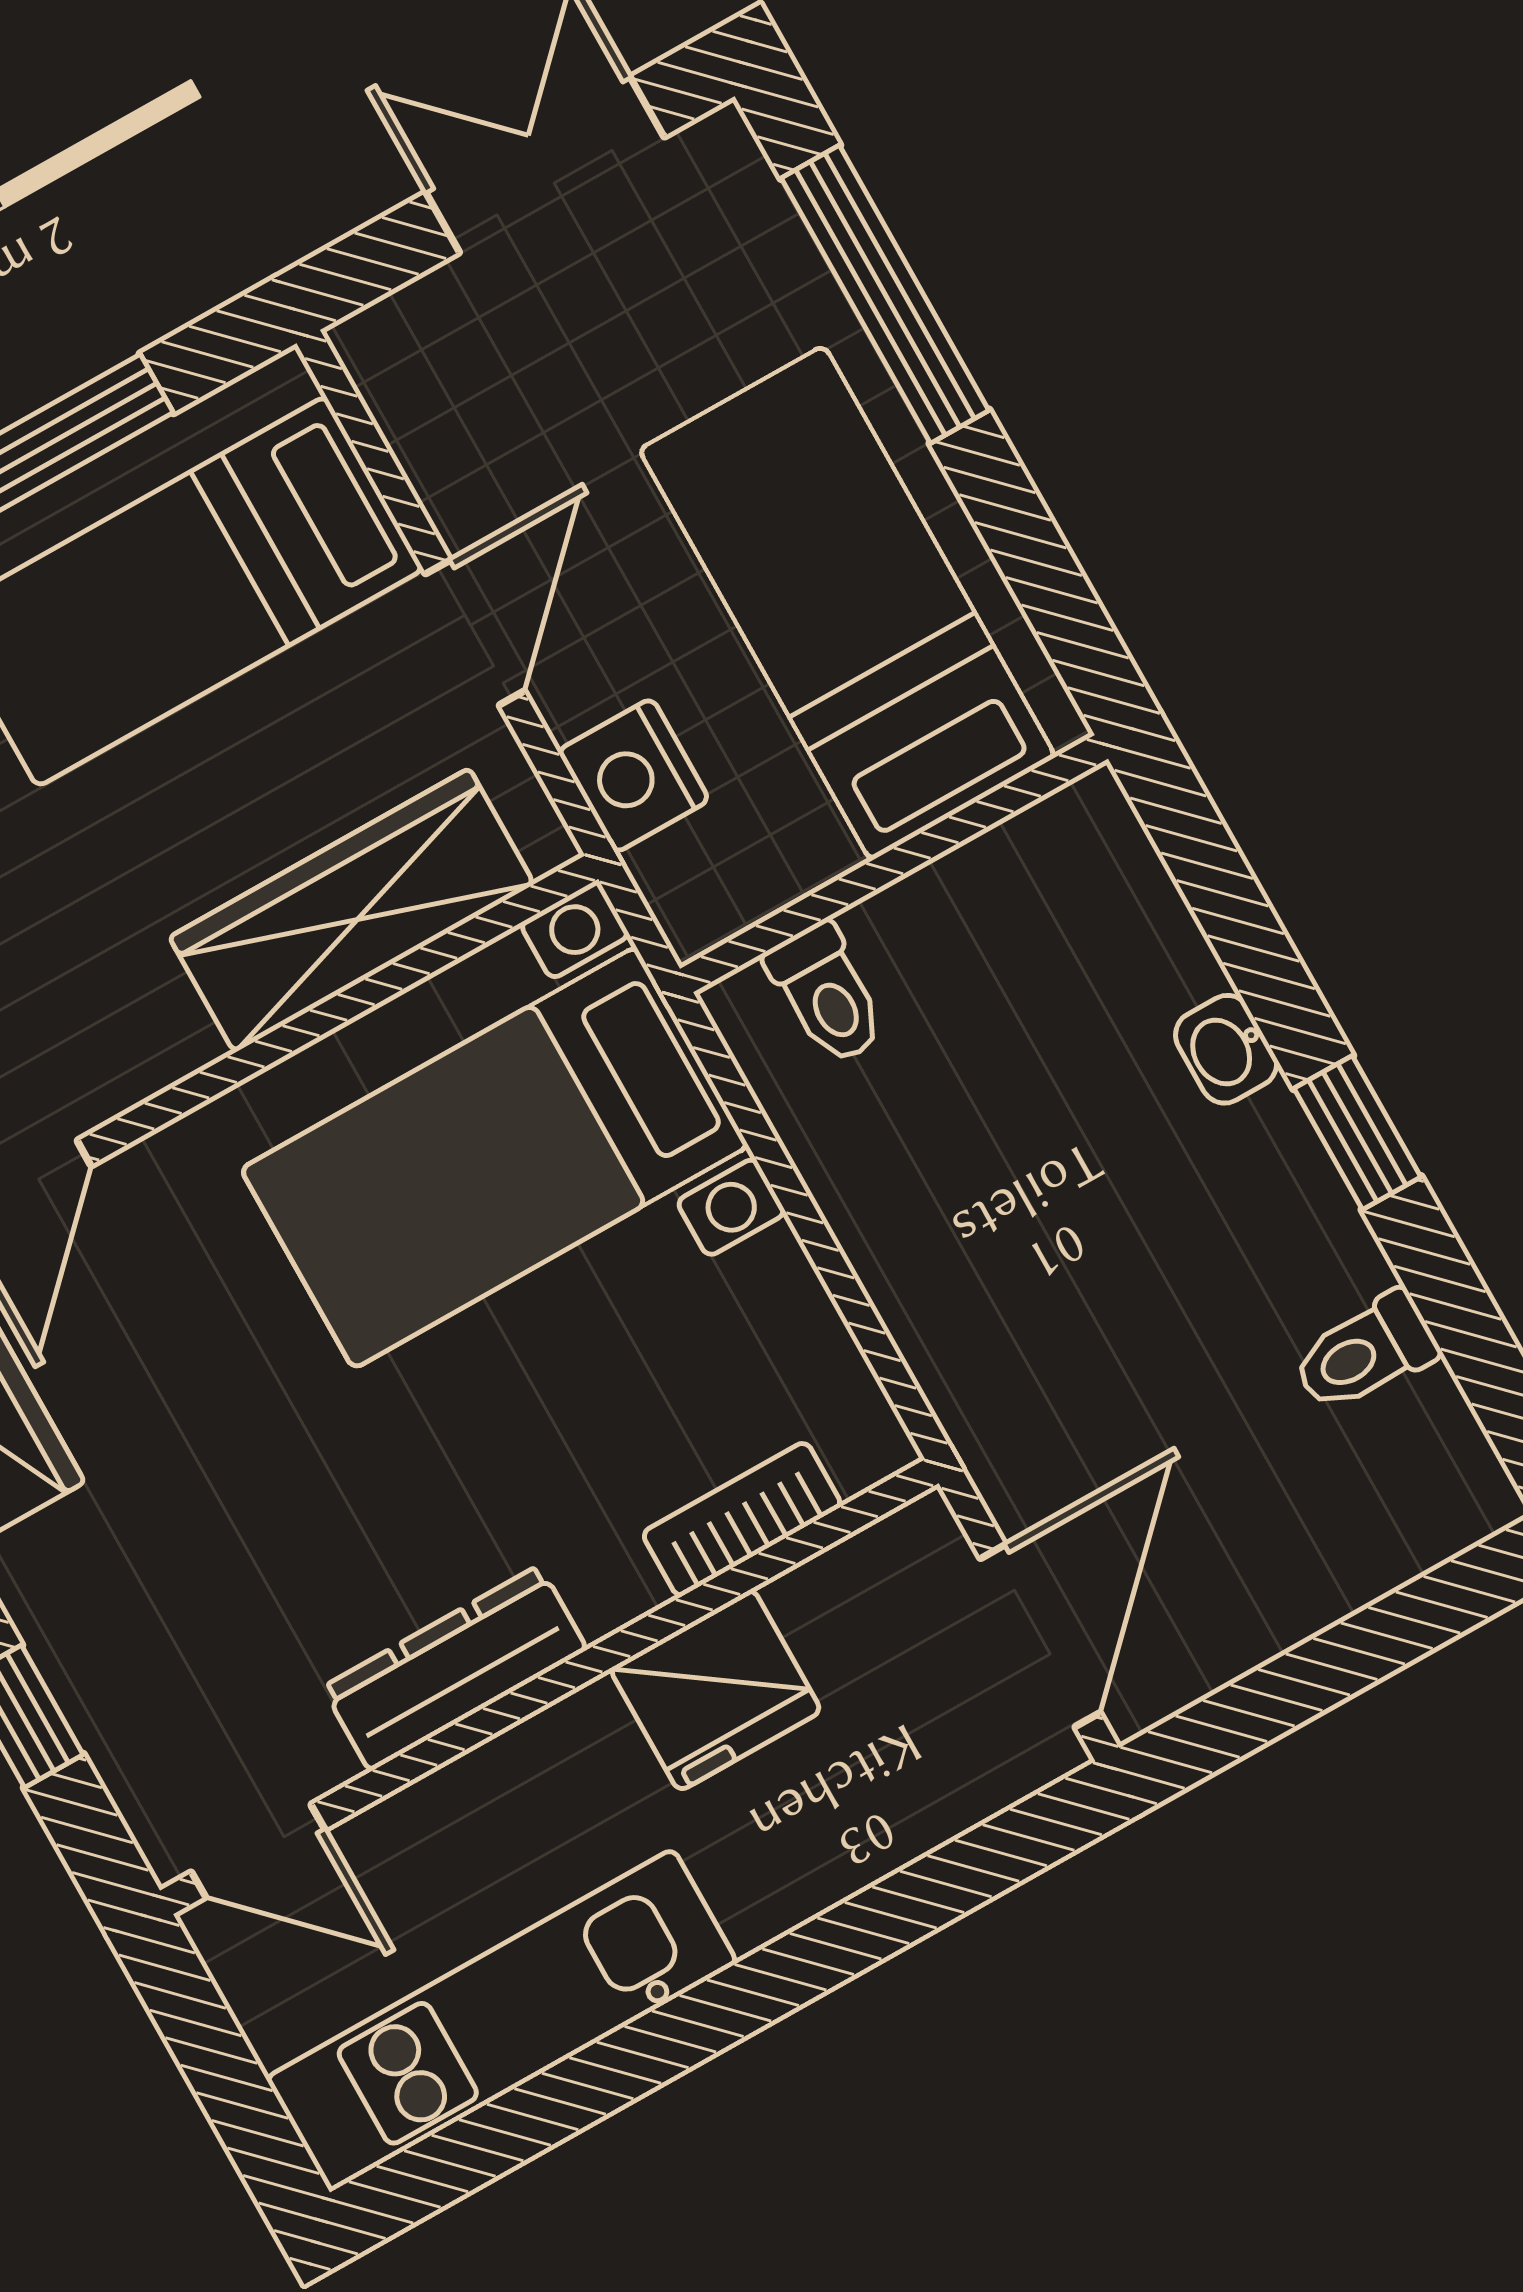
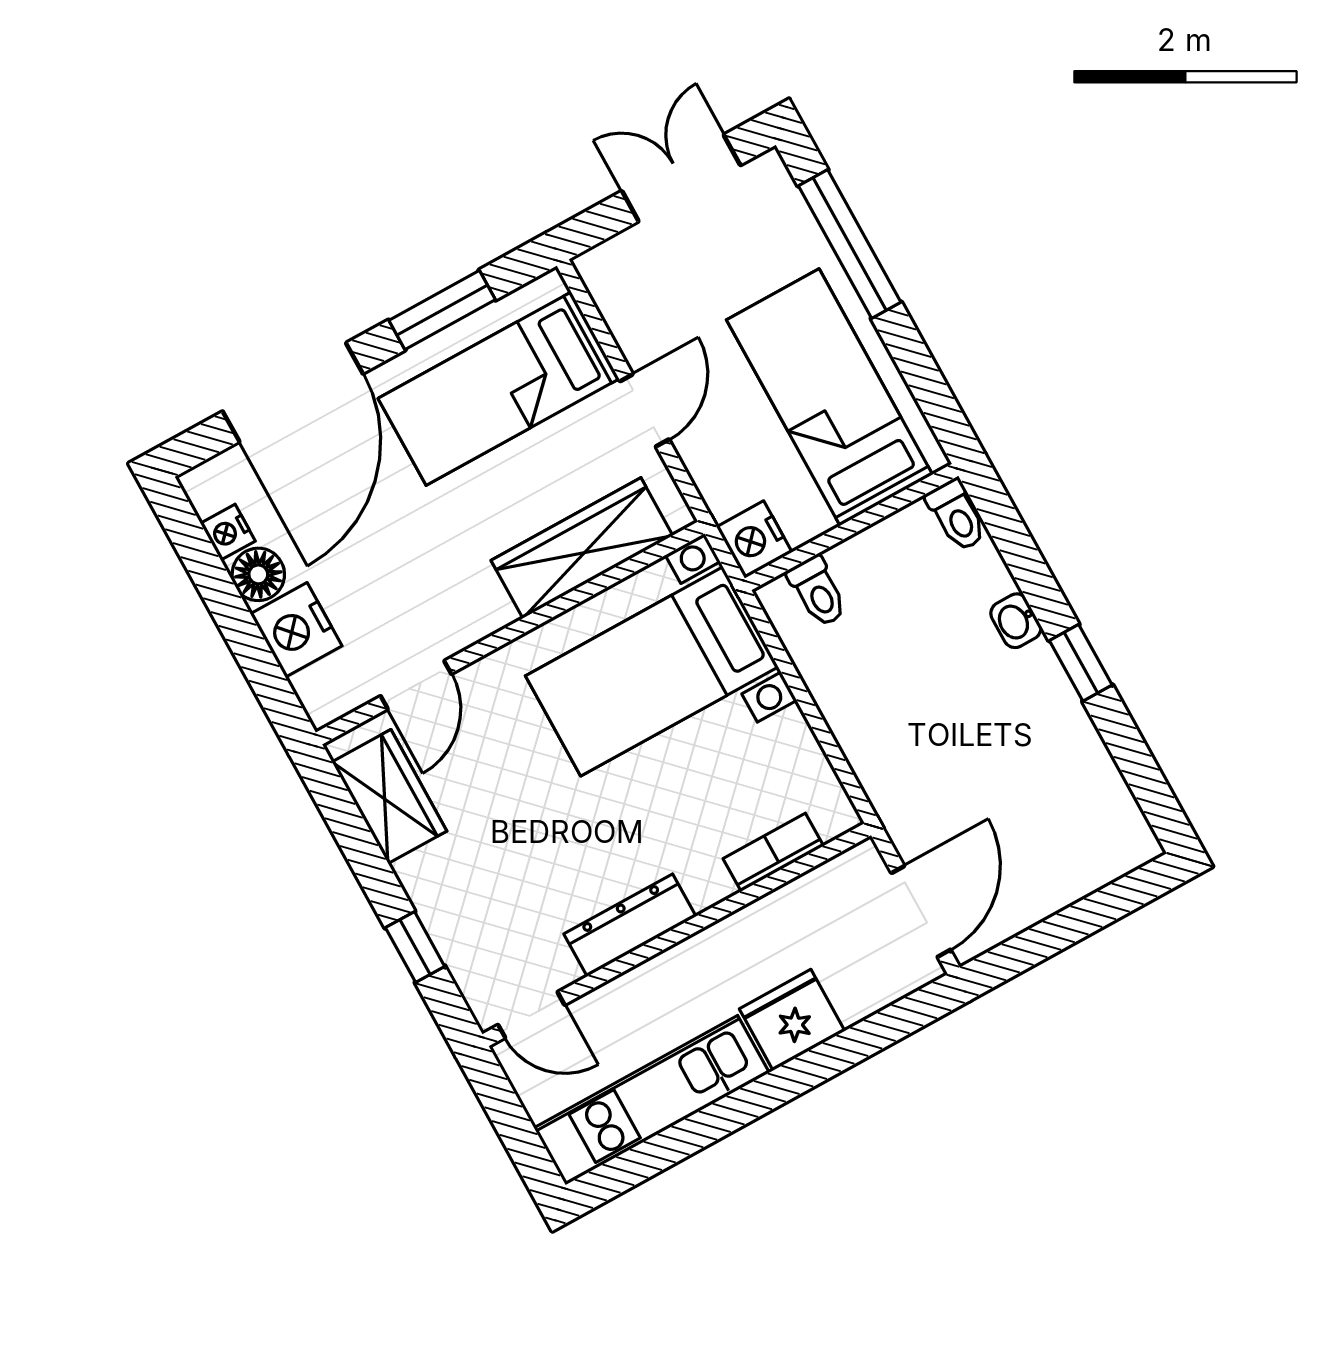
nightstand: (633, 776) -> (754, 540), moved
toilet: (1365, 1353) -> (957, 515), moved, turned -90
fridge: (716, 1690) -> (792, 1020), moved, turned 180

